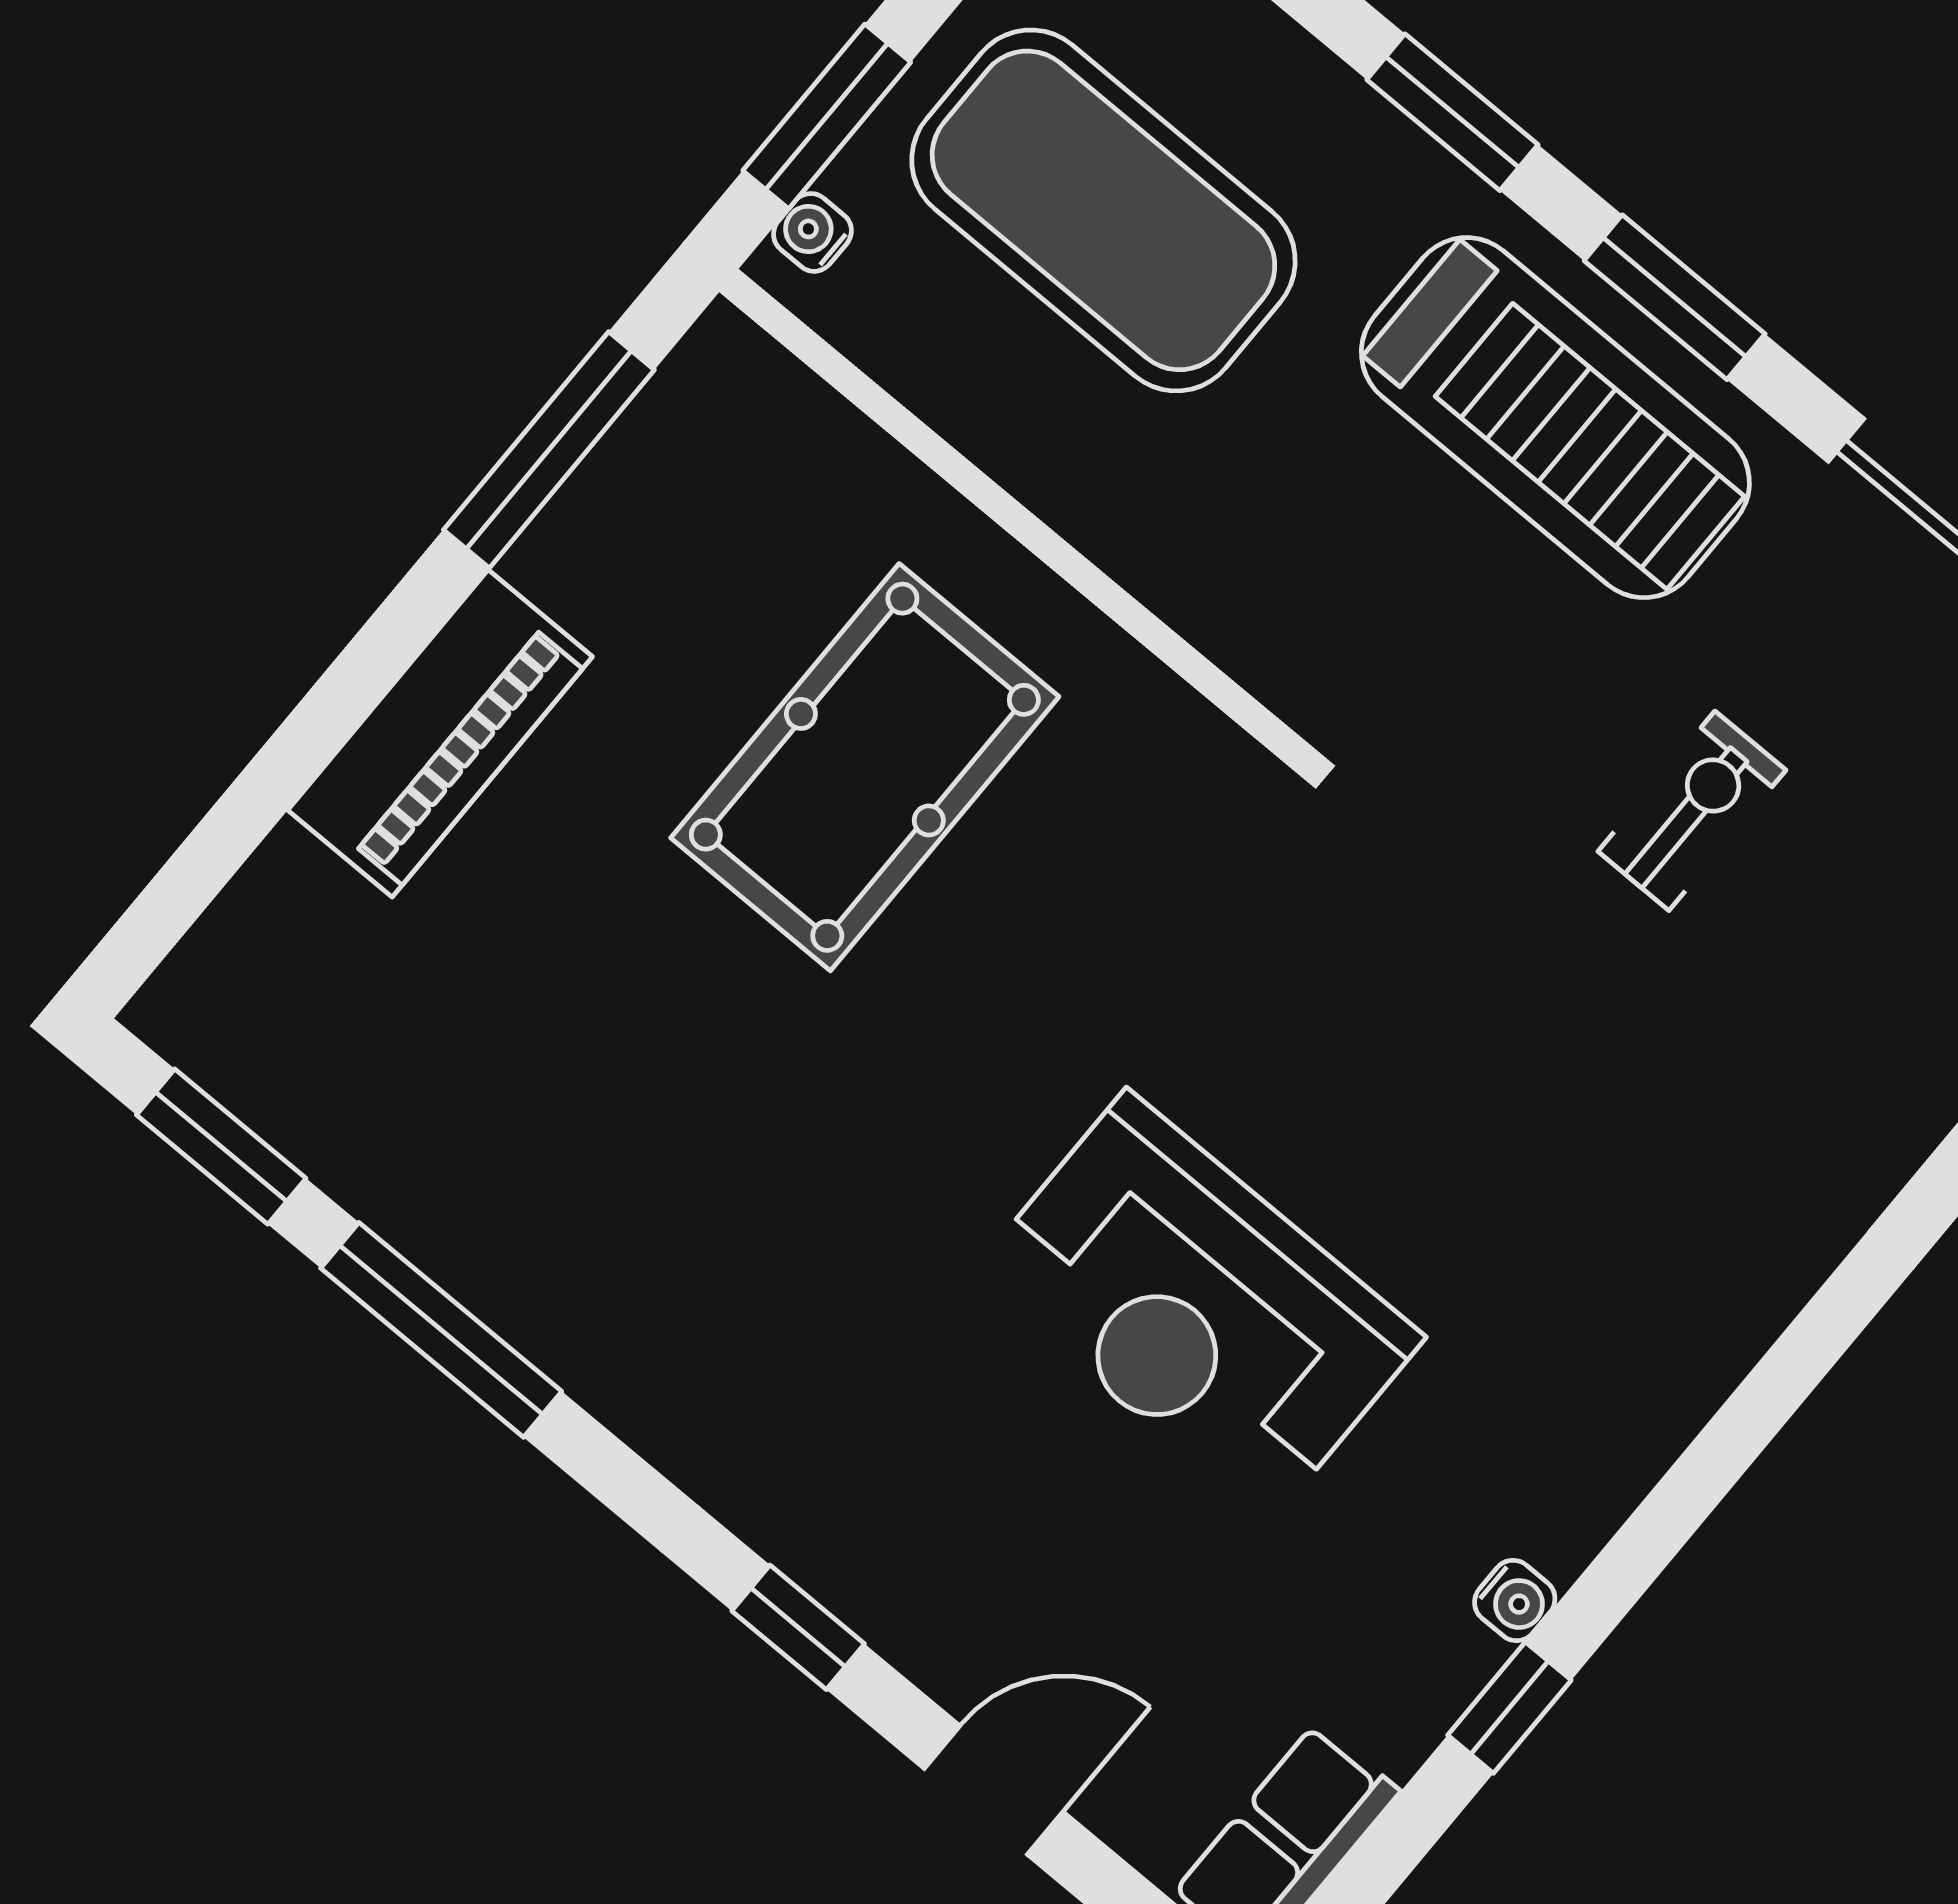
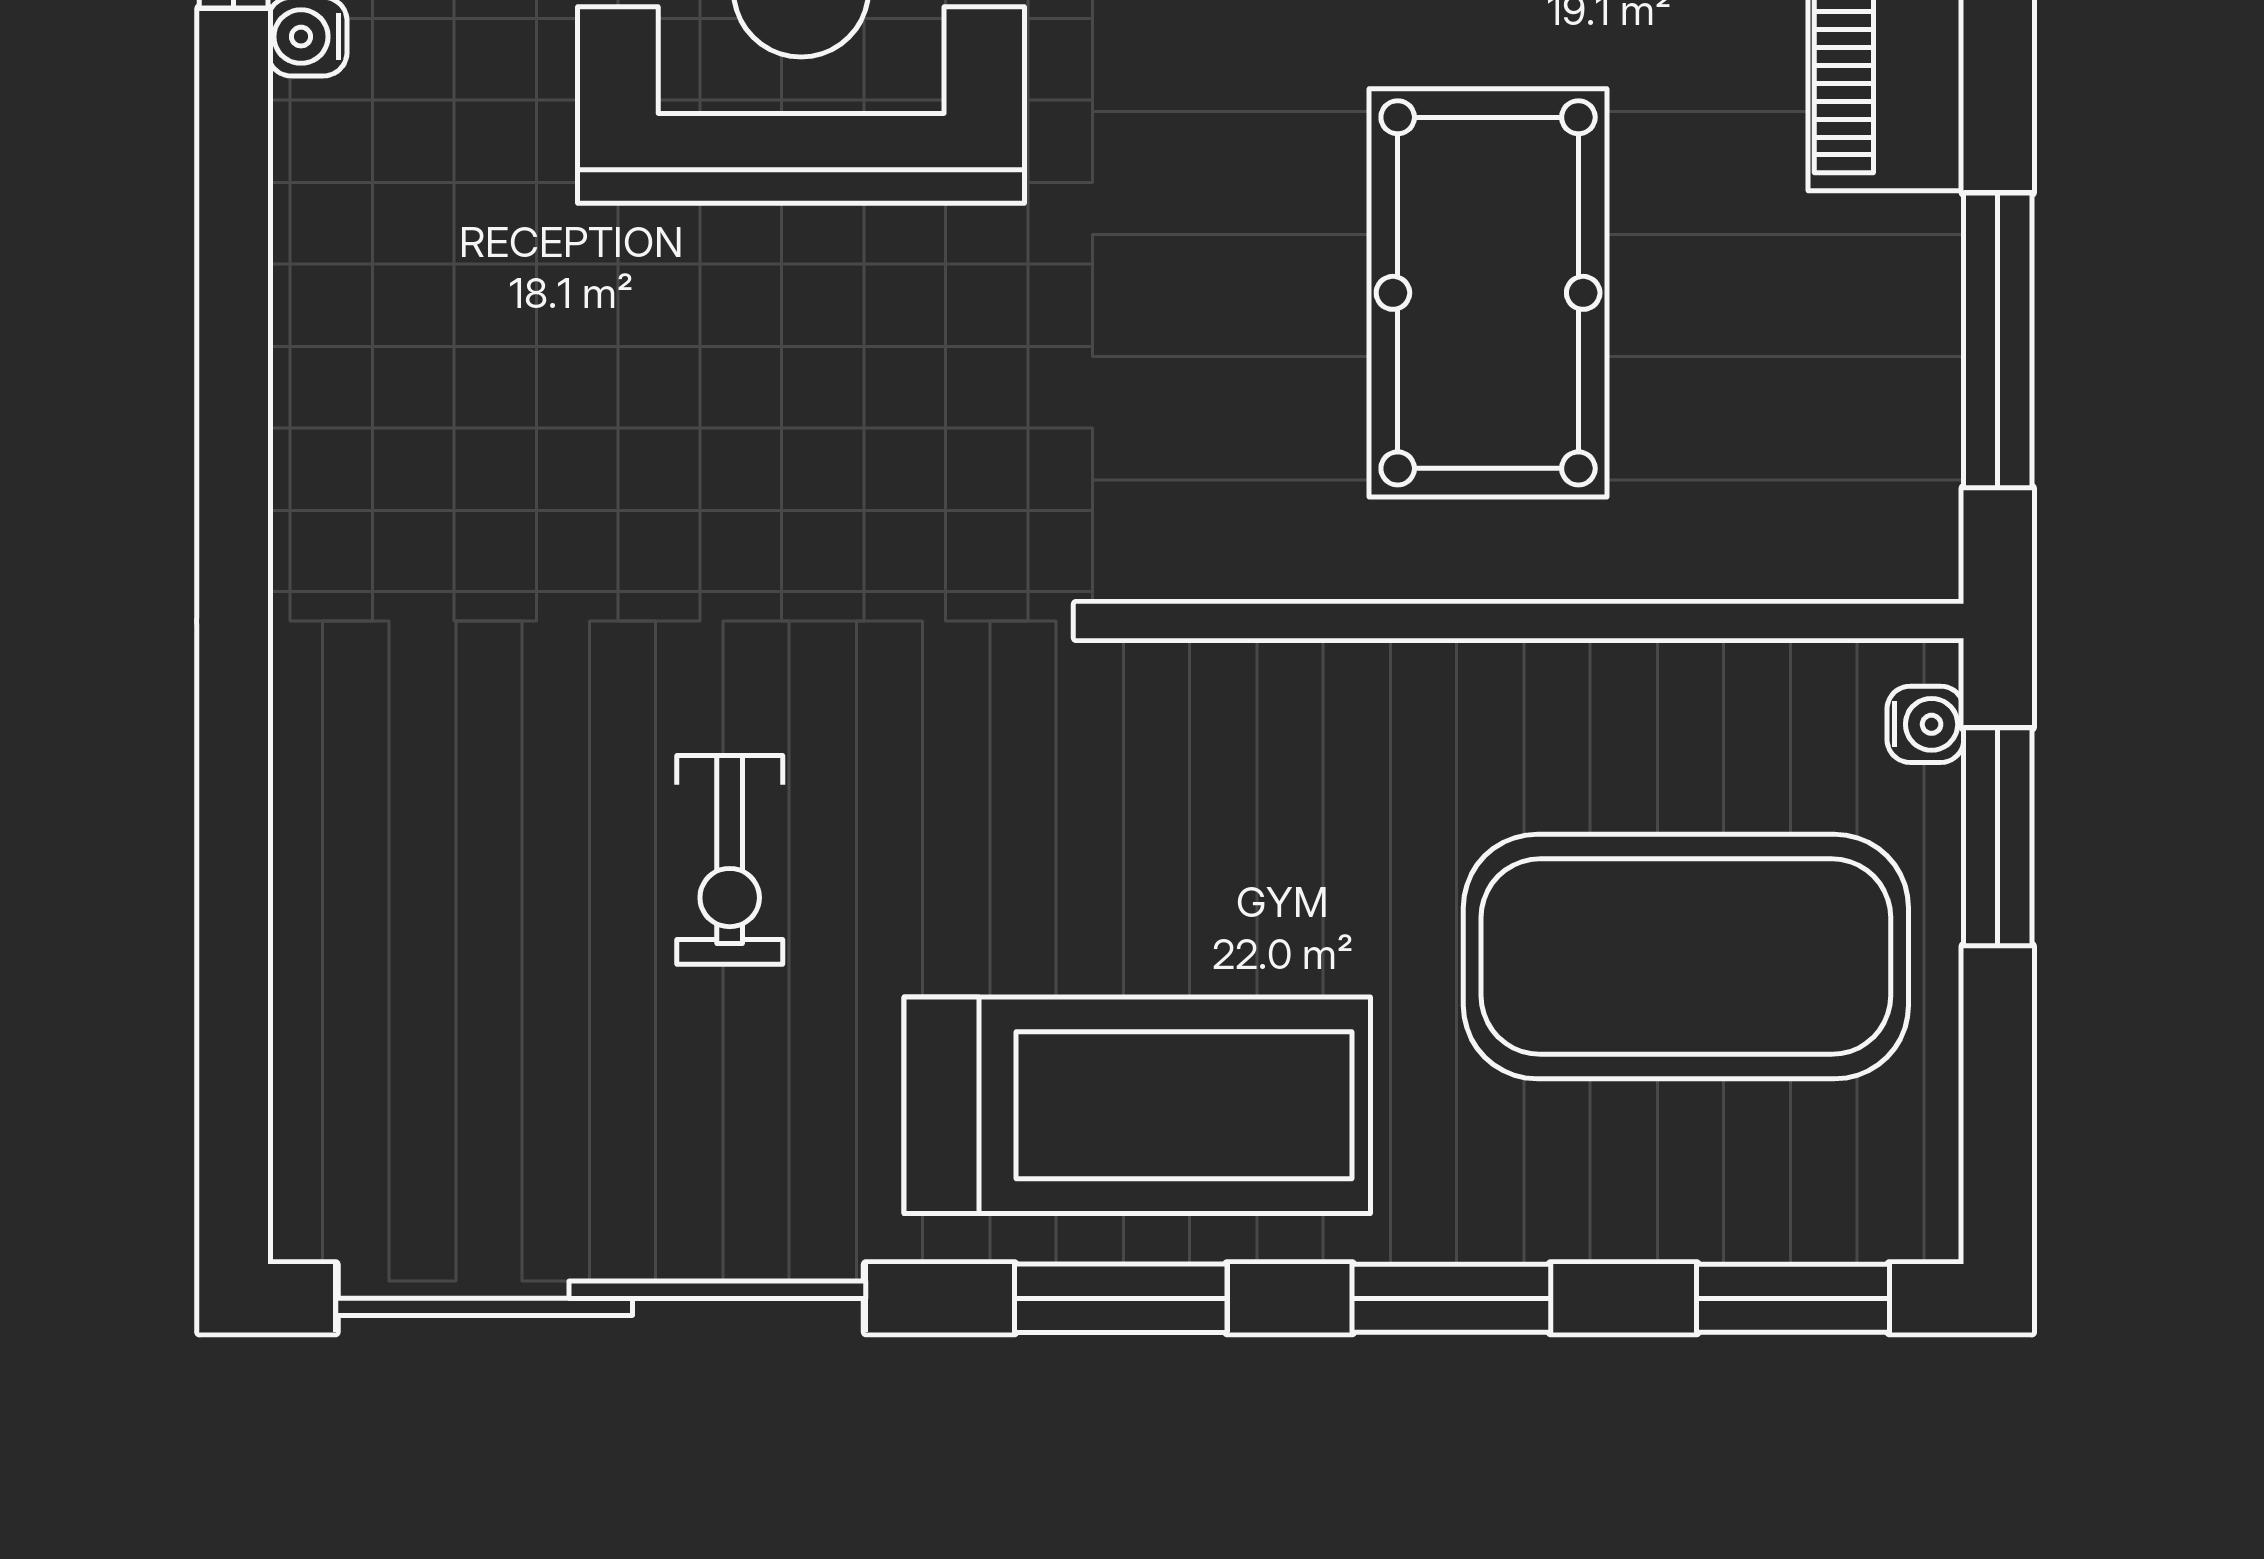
treadmill: (1555, 418) -> (1137, 1105), turned 180

